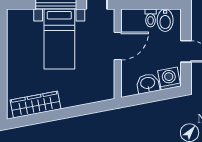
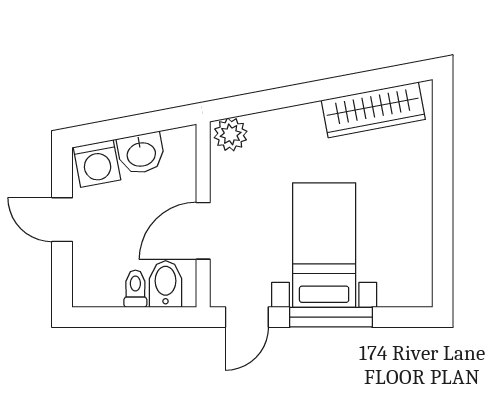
bidet: (165, 20) -> (166, 284), moved
plant: (104, 93) -> (231, 134), added

